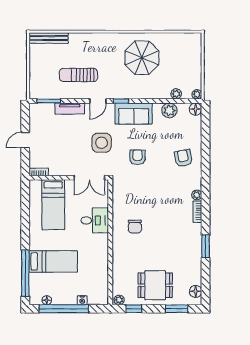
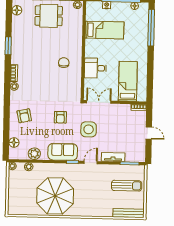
parasol: (142, 58) -> (55, 196), width x1.36, depth x1.36
sun lounger: (78, 75) -> (127, 186), moved
floor lamp: (196, 109) -> (14, 142), moved
door: (25, 140) -> (149, 133), hinge flipped
bed: (53, 261) -> (104, 30), moved, turned 180

